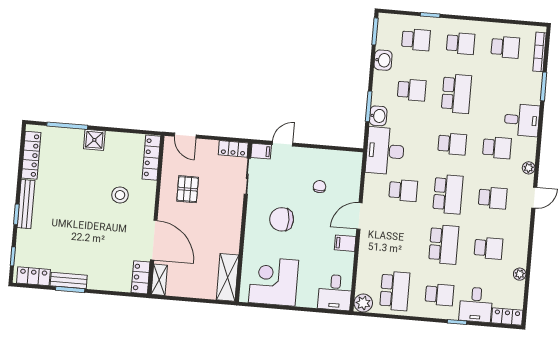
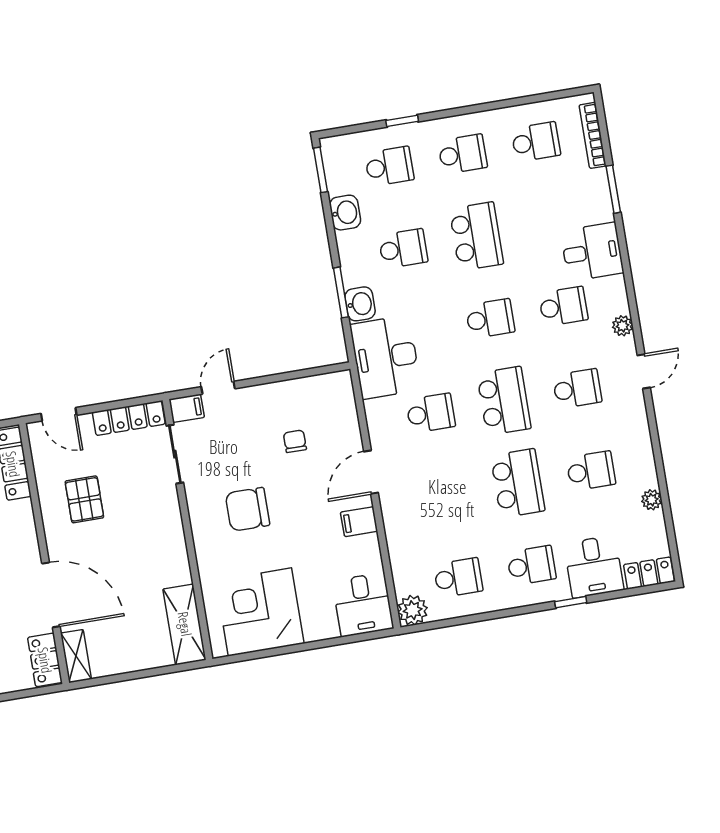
locker: (233, 149) -> (129, 418), width x1.53
school desk: (395, 291) -> (458, 578), width x0.54

